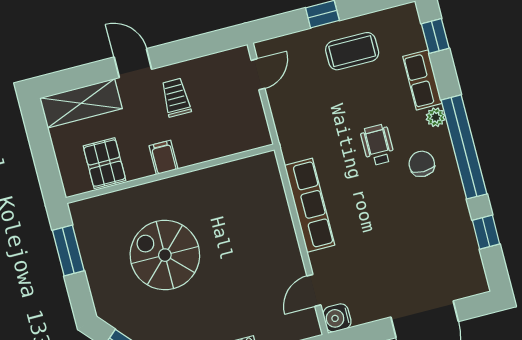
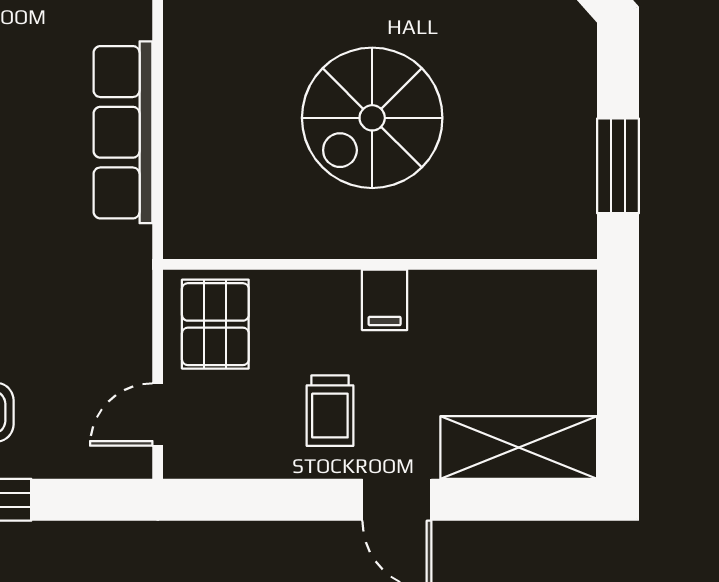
pallet: (105, 163) -> (215, 324), moved
spiral stairs: (165, 255) -> (372, 118), moved, turned 90

